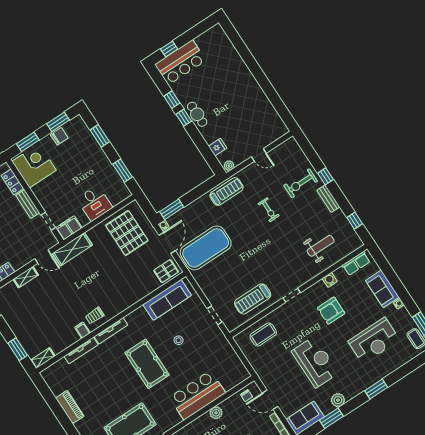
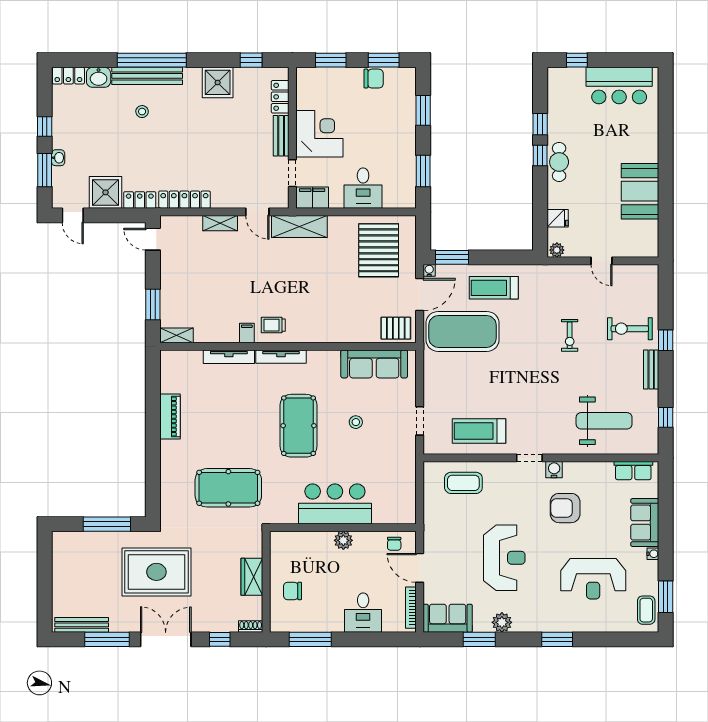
bar counter: (180, 62) -> (619, 86), moved
booth: (255, 100) -> (640, 191), added
corner desk: (34, 166) -> (319, 134), moved
treadmill: (226, 192) -> (494, 288), moved, turned 180
weight bench: (321, 246) -> (604, 421), width x1.36, depth x1.33
water cooler: (330, 280) -> (554, 470), moved

